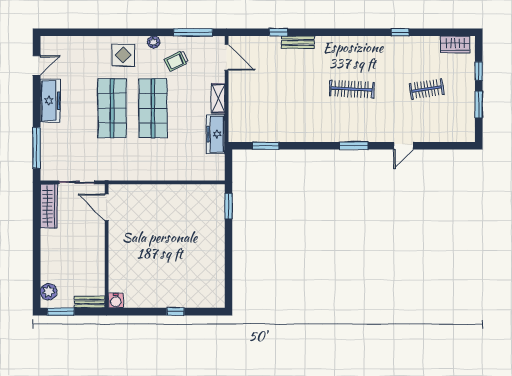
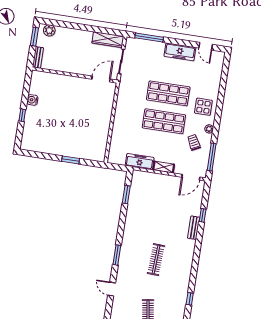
window: (228, 206) -> (71, 160), moved
water cooler: (116, 300) -> (32, 100), moved

